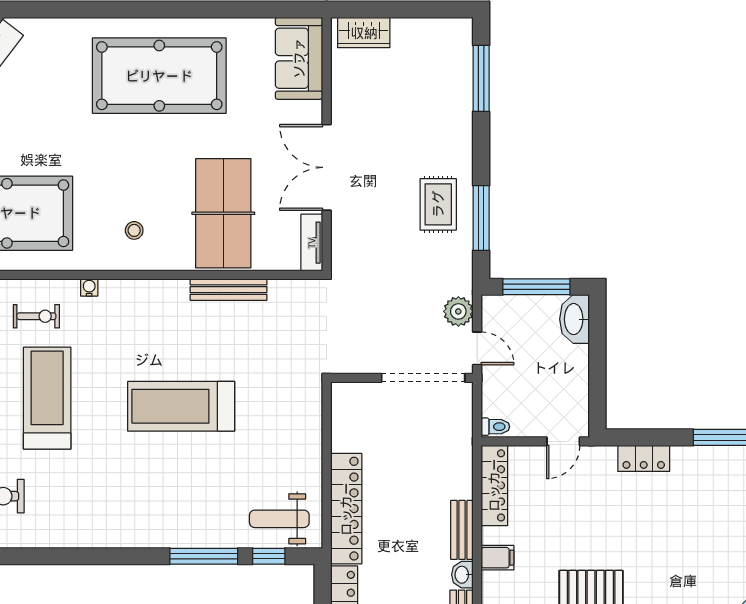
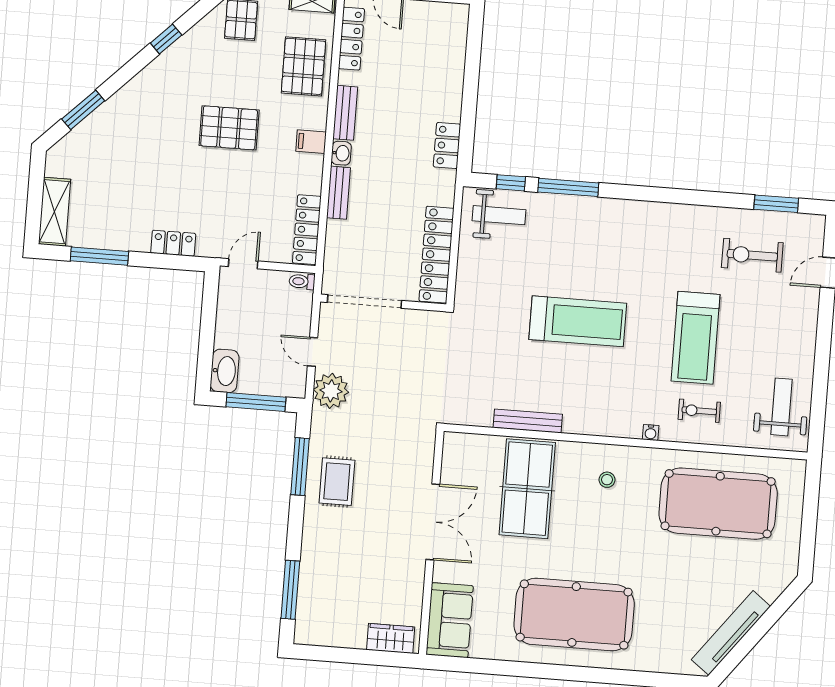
tv unit: (312, 243) -> (451, 457), removed
plant: (458, 311) -> (331, 391), width x1.36, depth x1.36
wall: (402, 378) -> (383, 303), moved
doorway: (423, 378) -> (365, 302), moved
locker: (346, 509) -> (436, 255), moved
filing cabinet: (497, 558) -> (311, 142), moved

